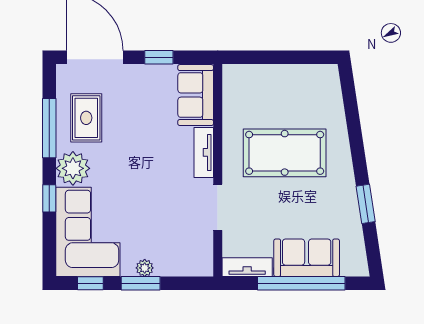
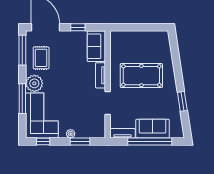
window: (49, 128) -> (22, 50), moved
window: (49, 198) -> (22, 99), width x2.17
window: (141, 283) -> (80, 142), moved

